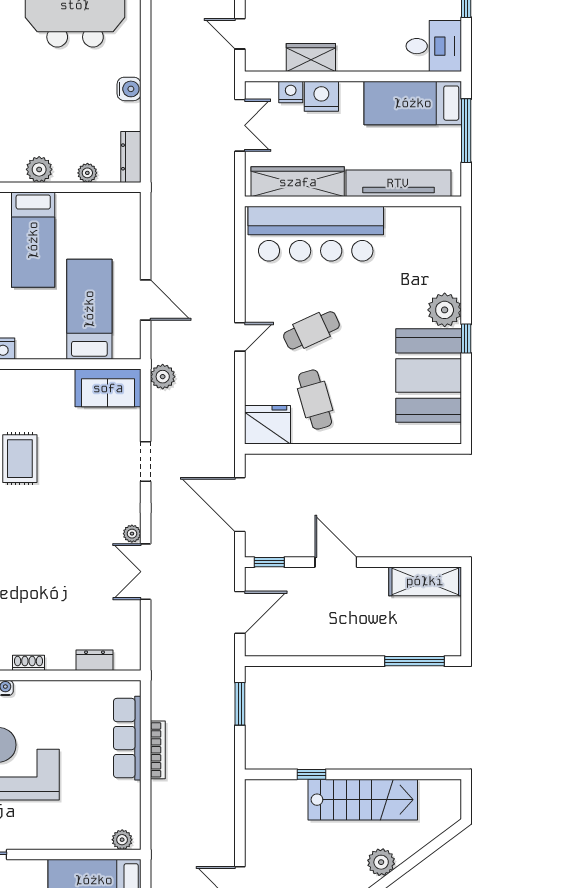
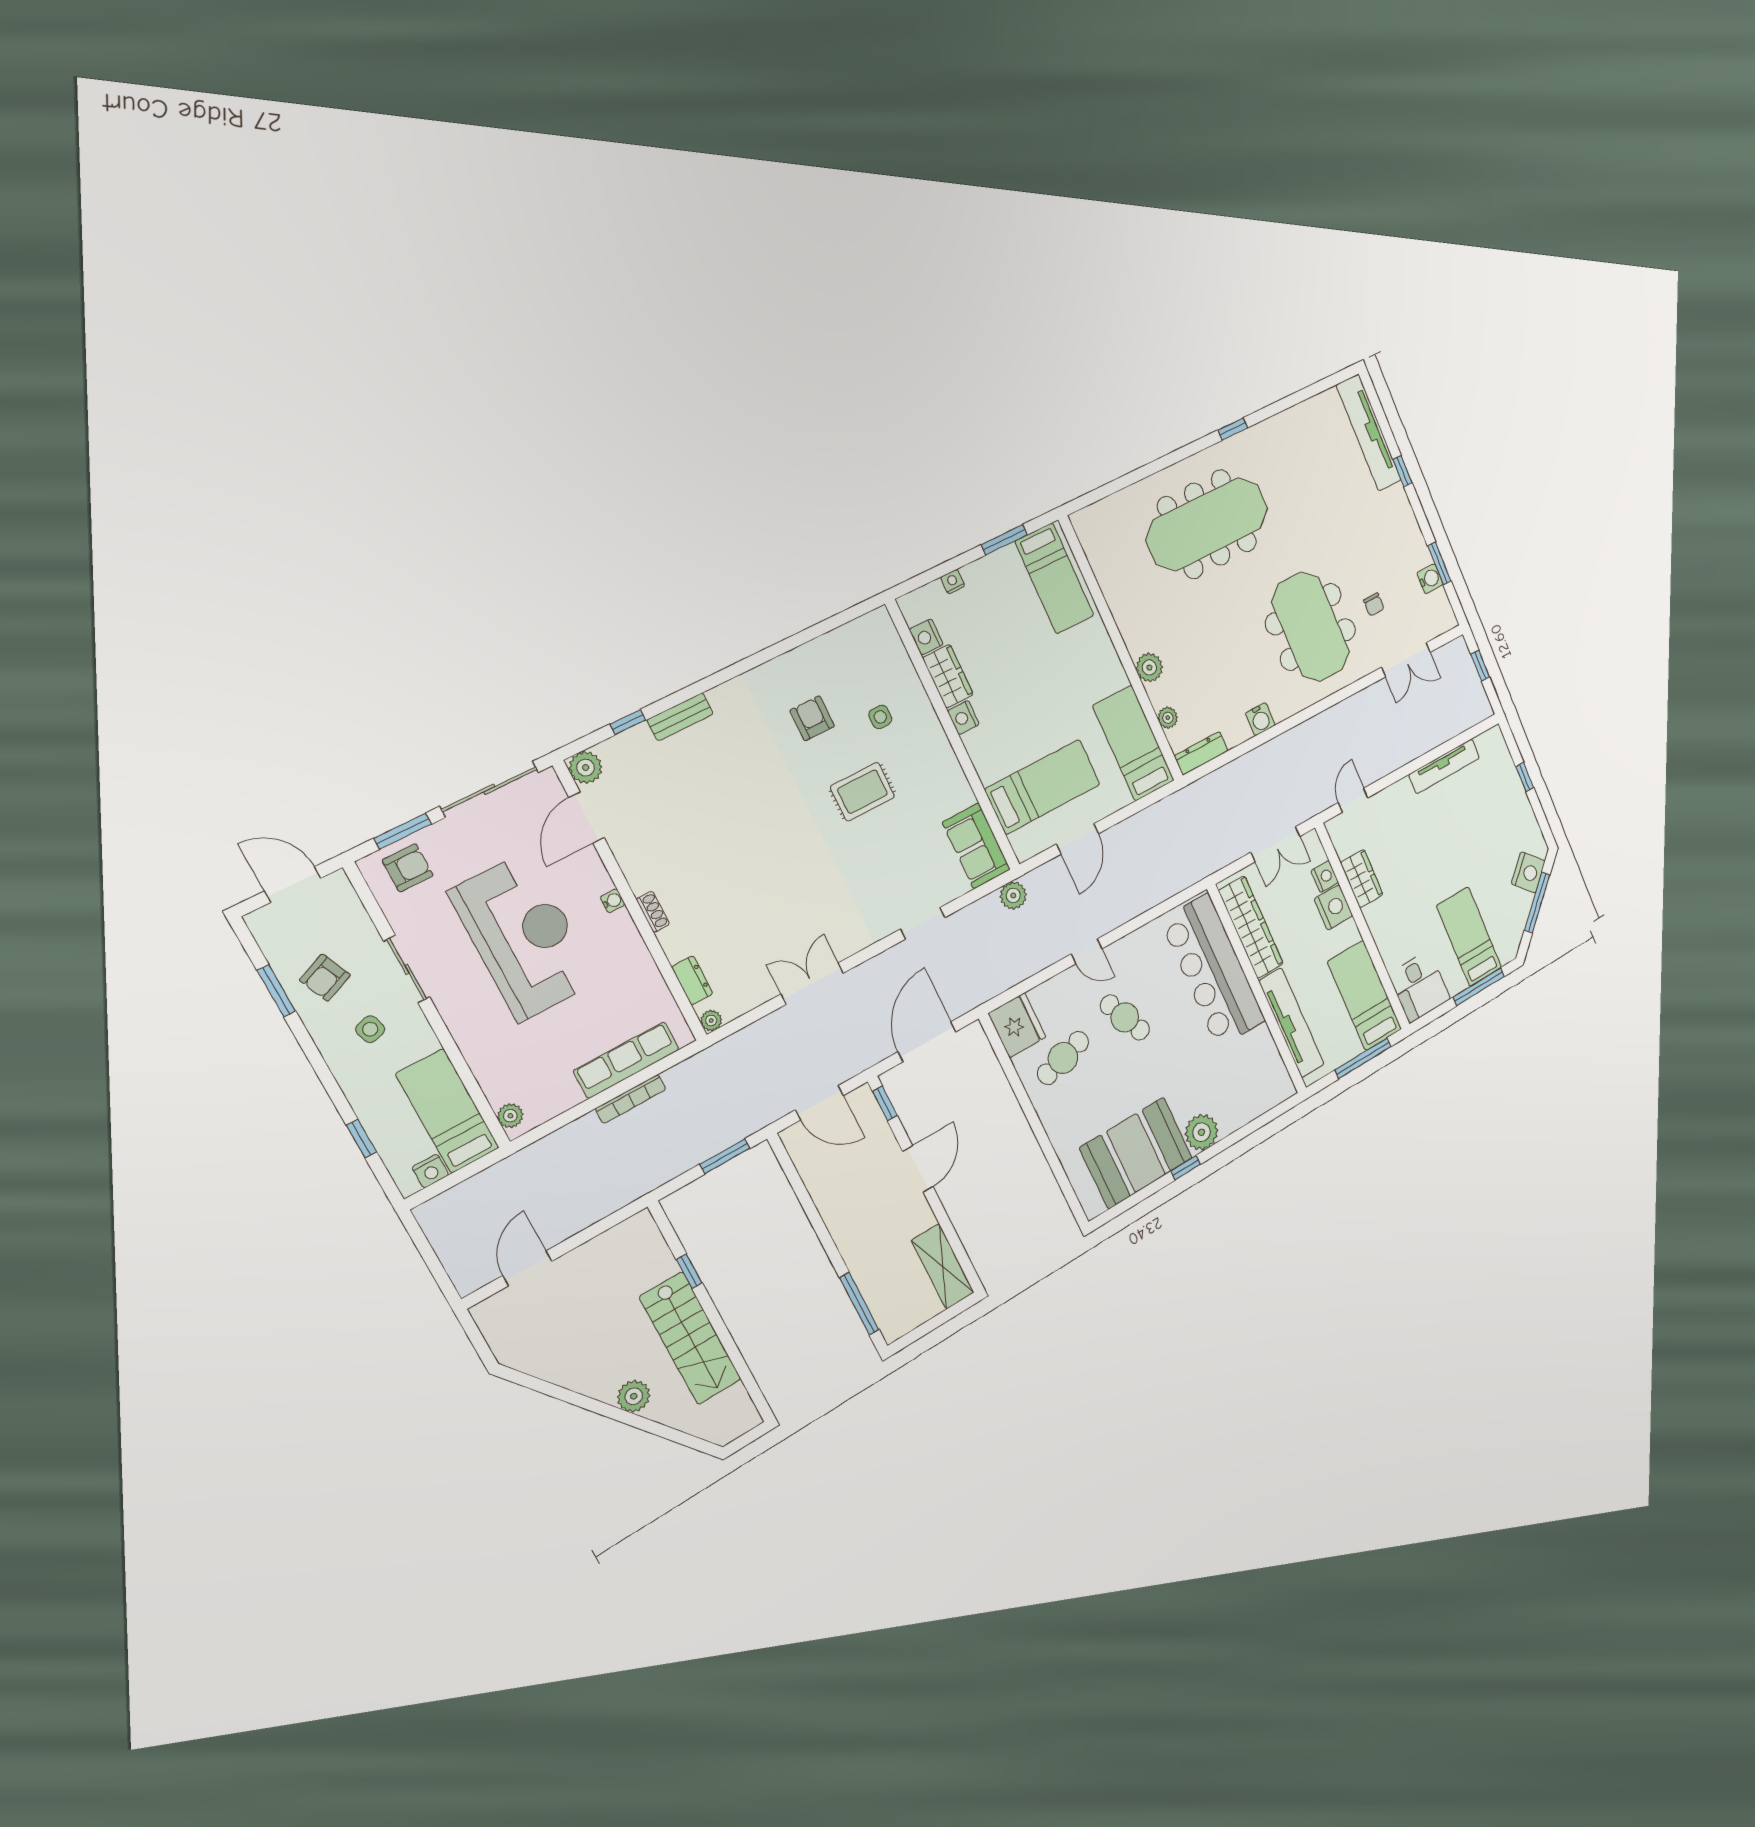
bed: (33, 240) -> (1133, 743), moved, turned 90
plant: (132, 534) -> (711, 1021), moved

